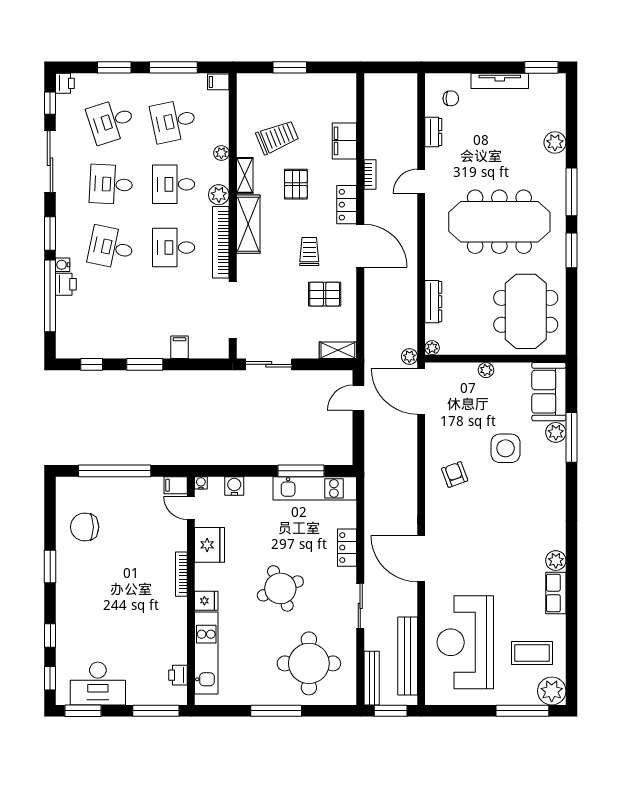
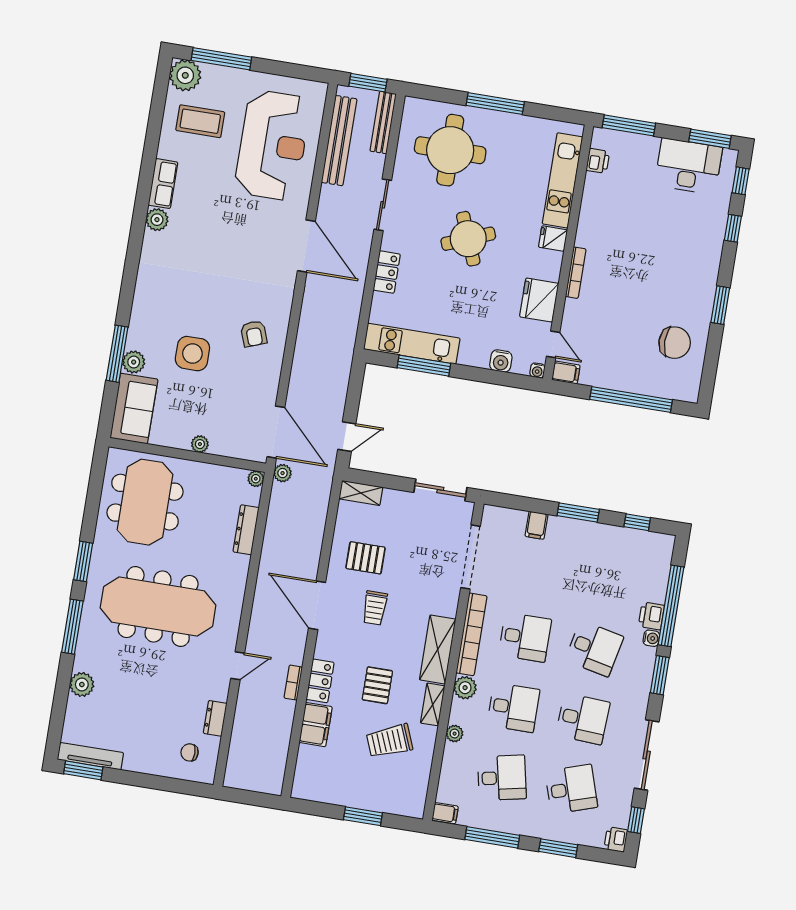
tv unit: (500, 81) -> (90, 756), moved
locker: (347, 205) -> (320, 681), moved

